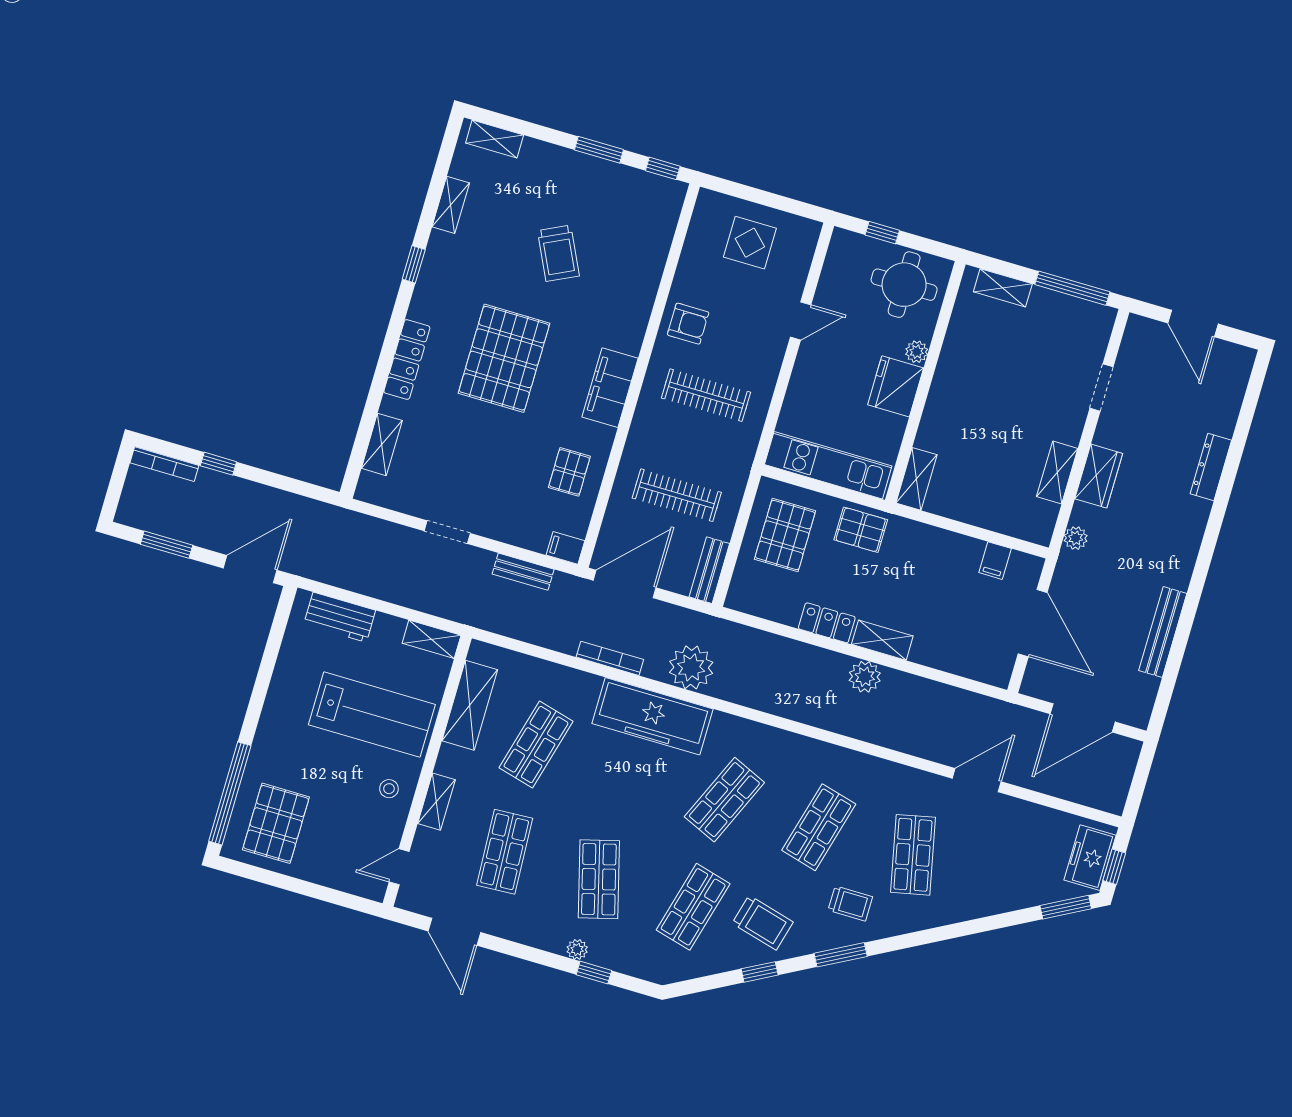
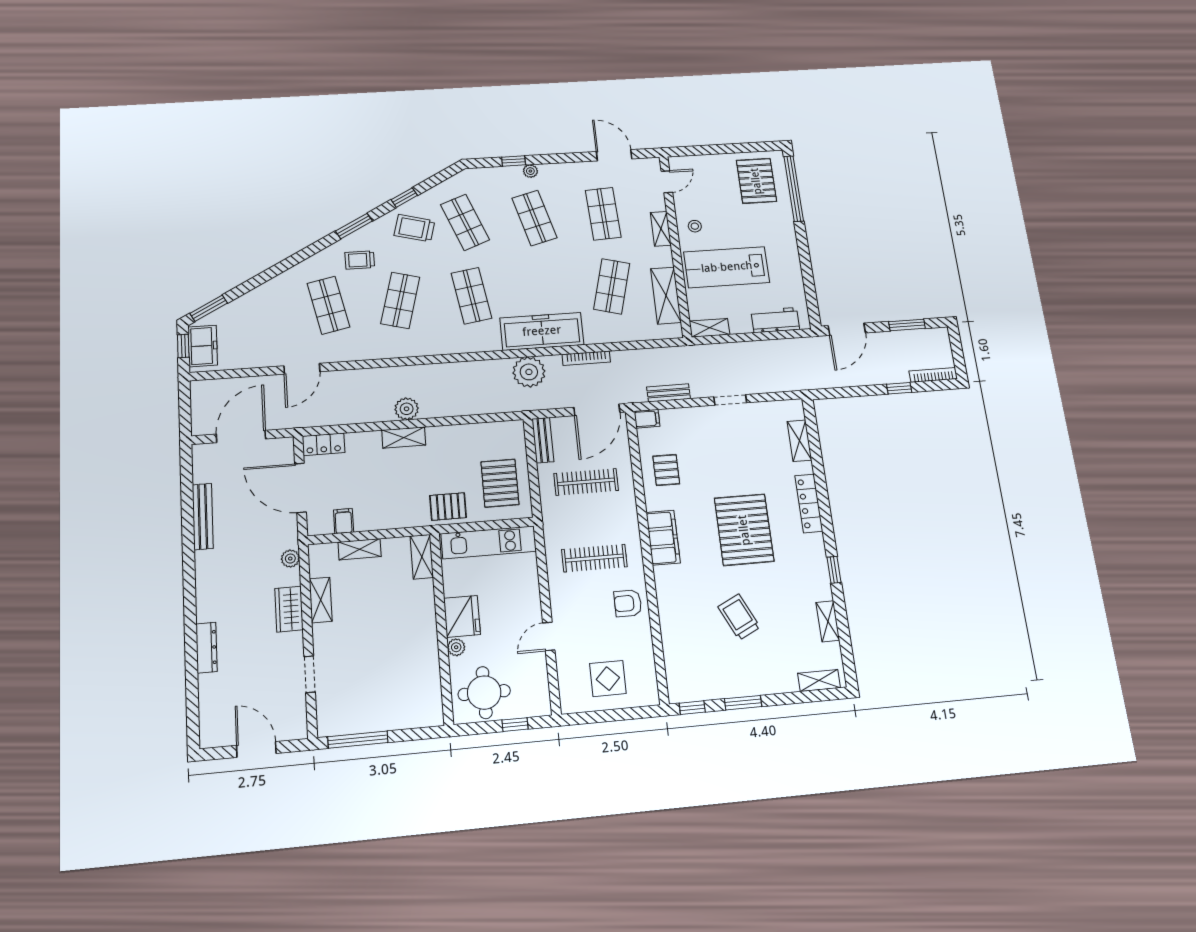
shelving: (1003, 288) -> (360, 549), moved
locker: (827, 623) -> (323, 444), moved
shop shelf: (724, 800) -> (471, 296), turned -33
shop shelf: (693, 907) -> (465, 222), turned -36

